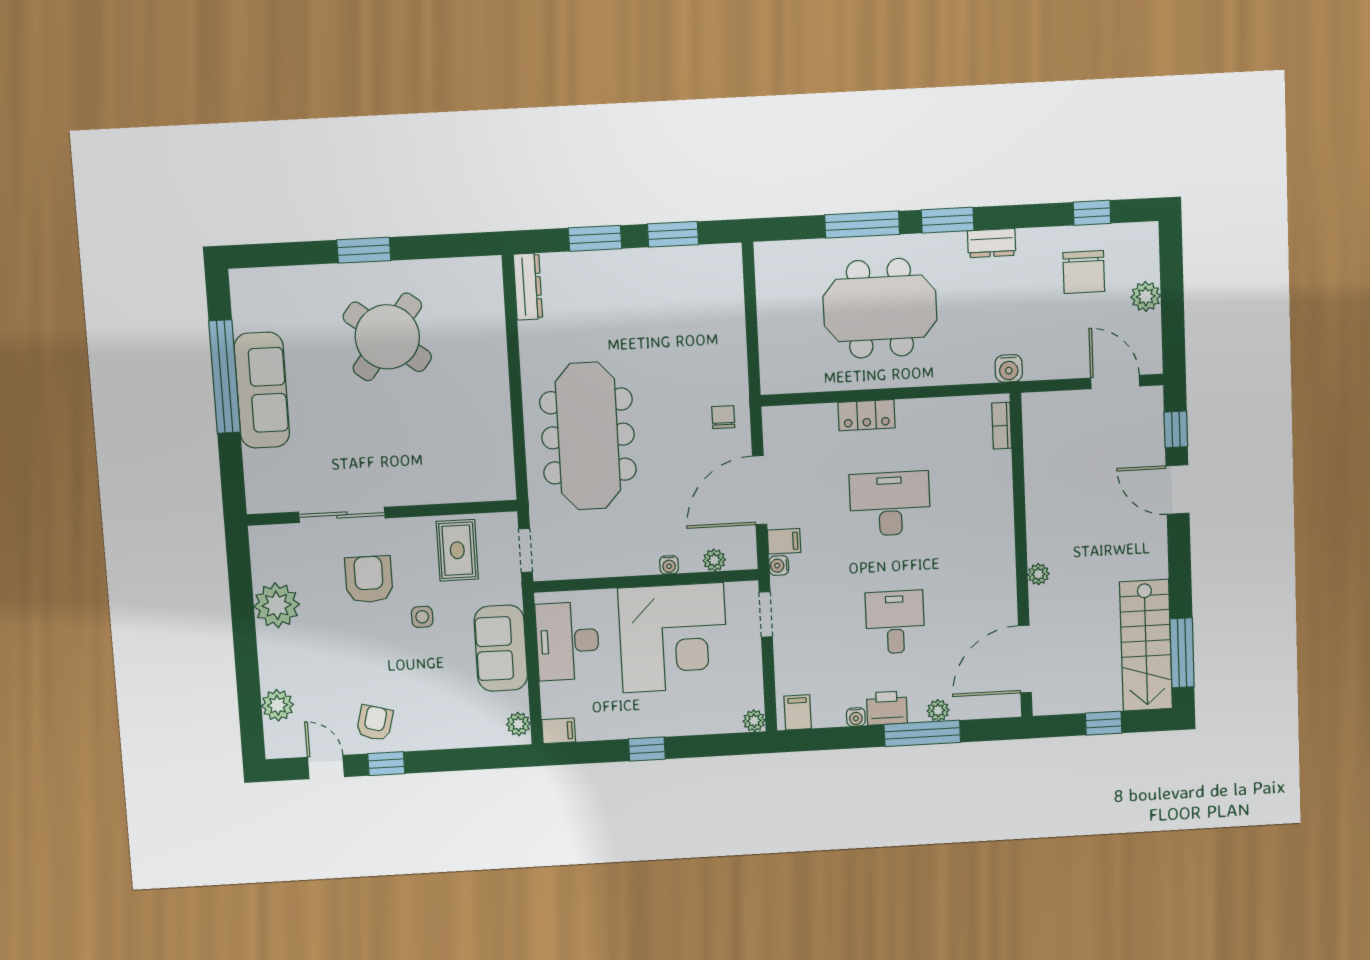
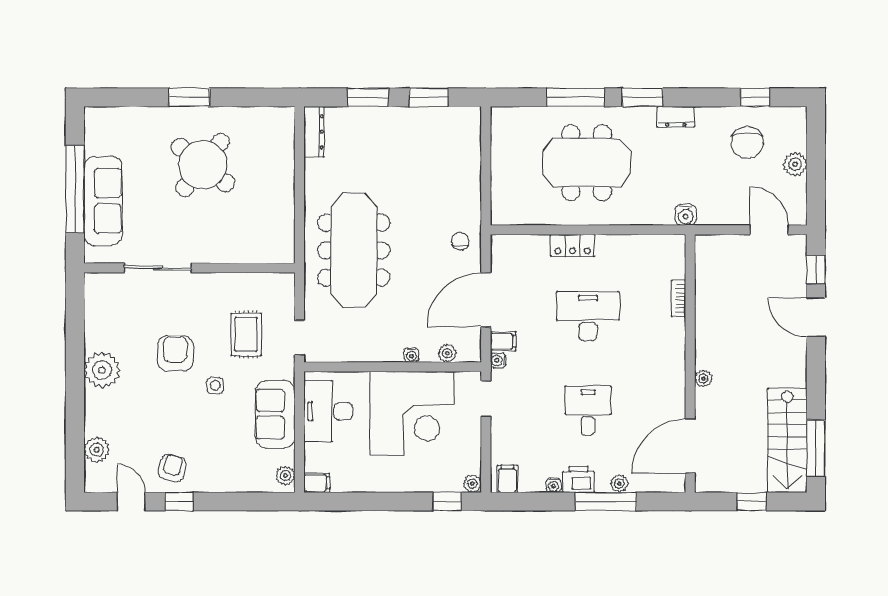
bookcase: (1002, 426) -> (678, 299), moved
wall: (382, 513) -> (189, 268), moved
sliding door: (342, 515) -> (158, 268), moved
window: (647, 749) -> (447, 501), moved

